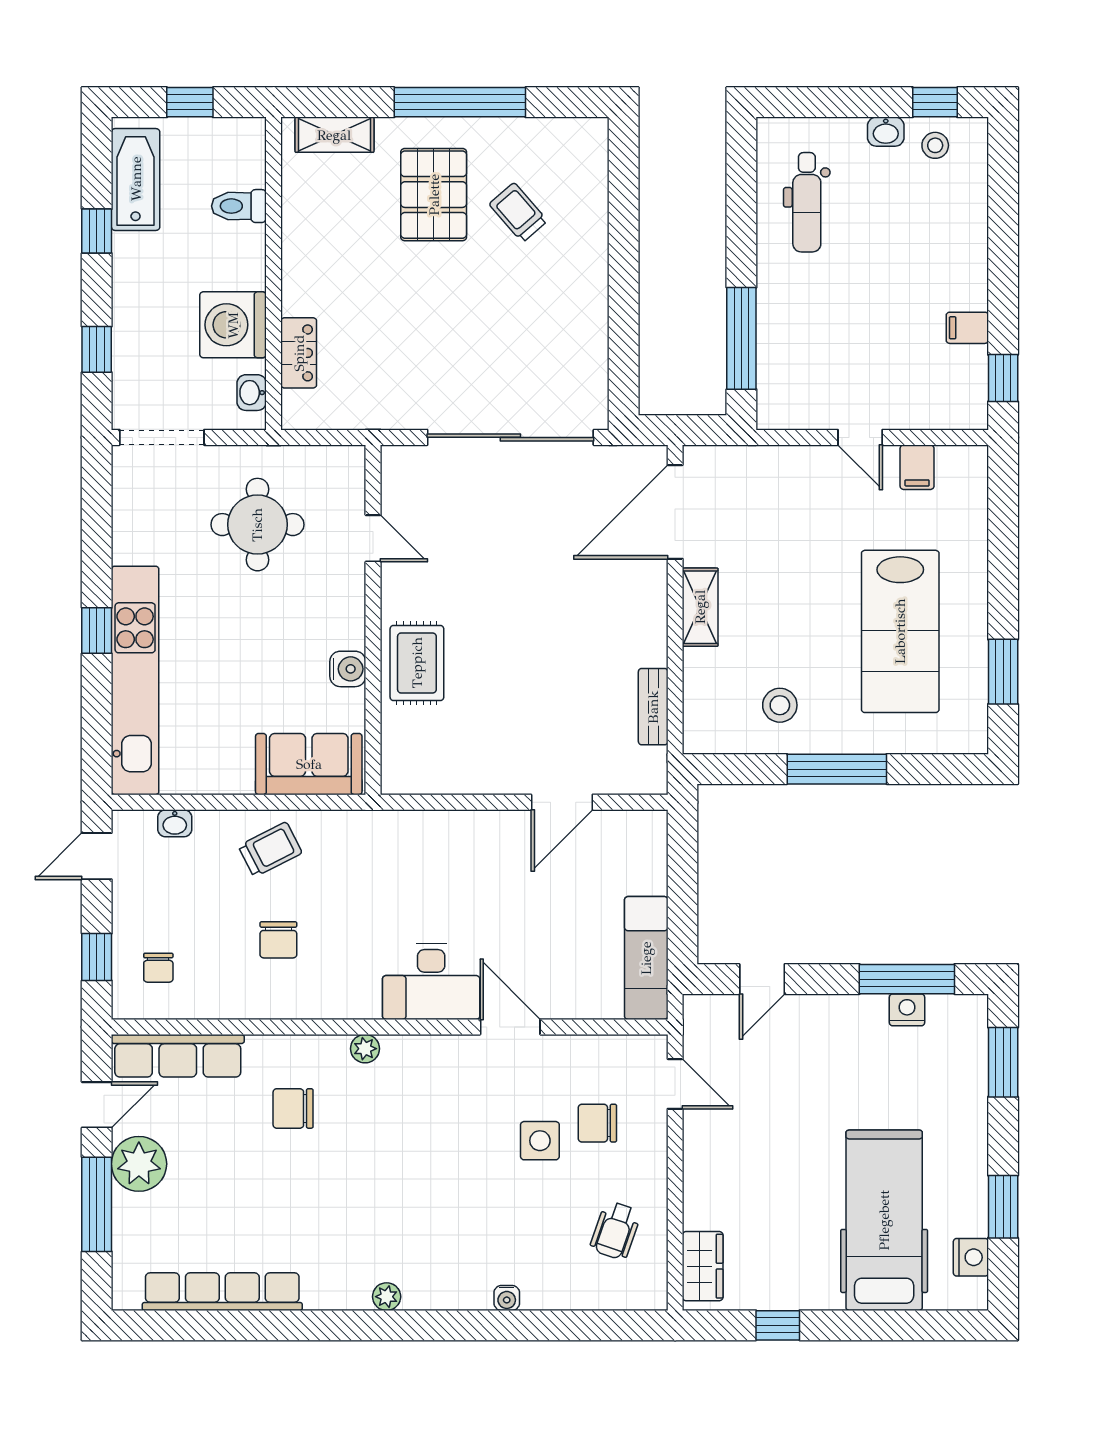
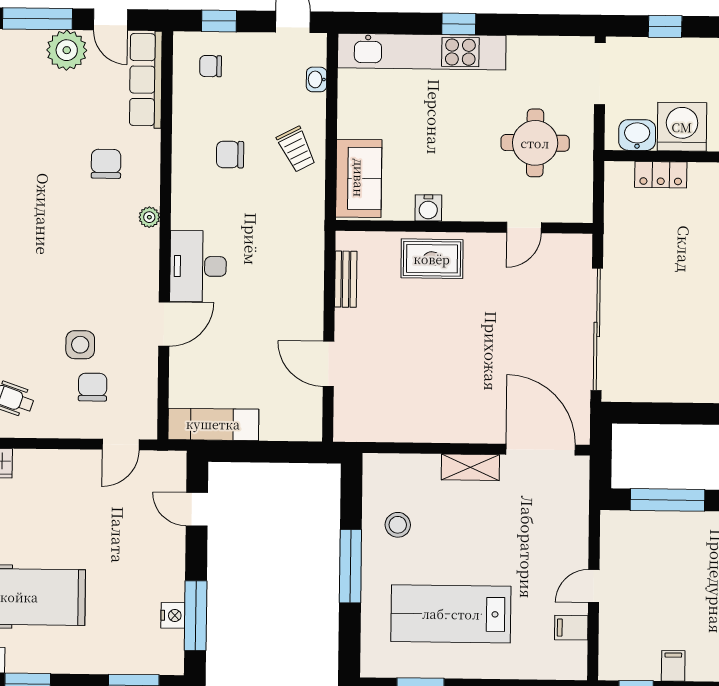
washbasin: (252, 393) -> (637, 135), width x1.38, depth x1.45
bench: (653, 707) -> (346, 279), moved, turned 90

